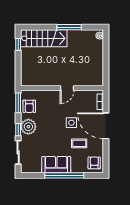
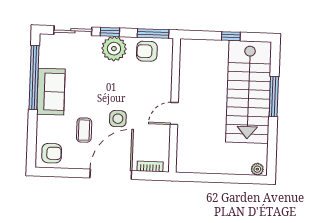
window: (69, 27) -> (274, 96), moved
stairs: (44, 38) -> (249, 92), width x1.36, depth x1.51
window: (18, 44) -> (231, 36), moved
door: (67, 88) -> (174, 113), hinge flipped
window: (64, 175) -> (34, 77), moved

